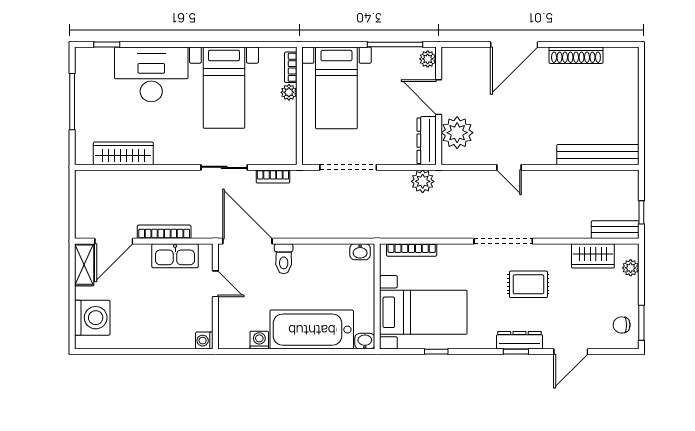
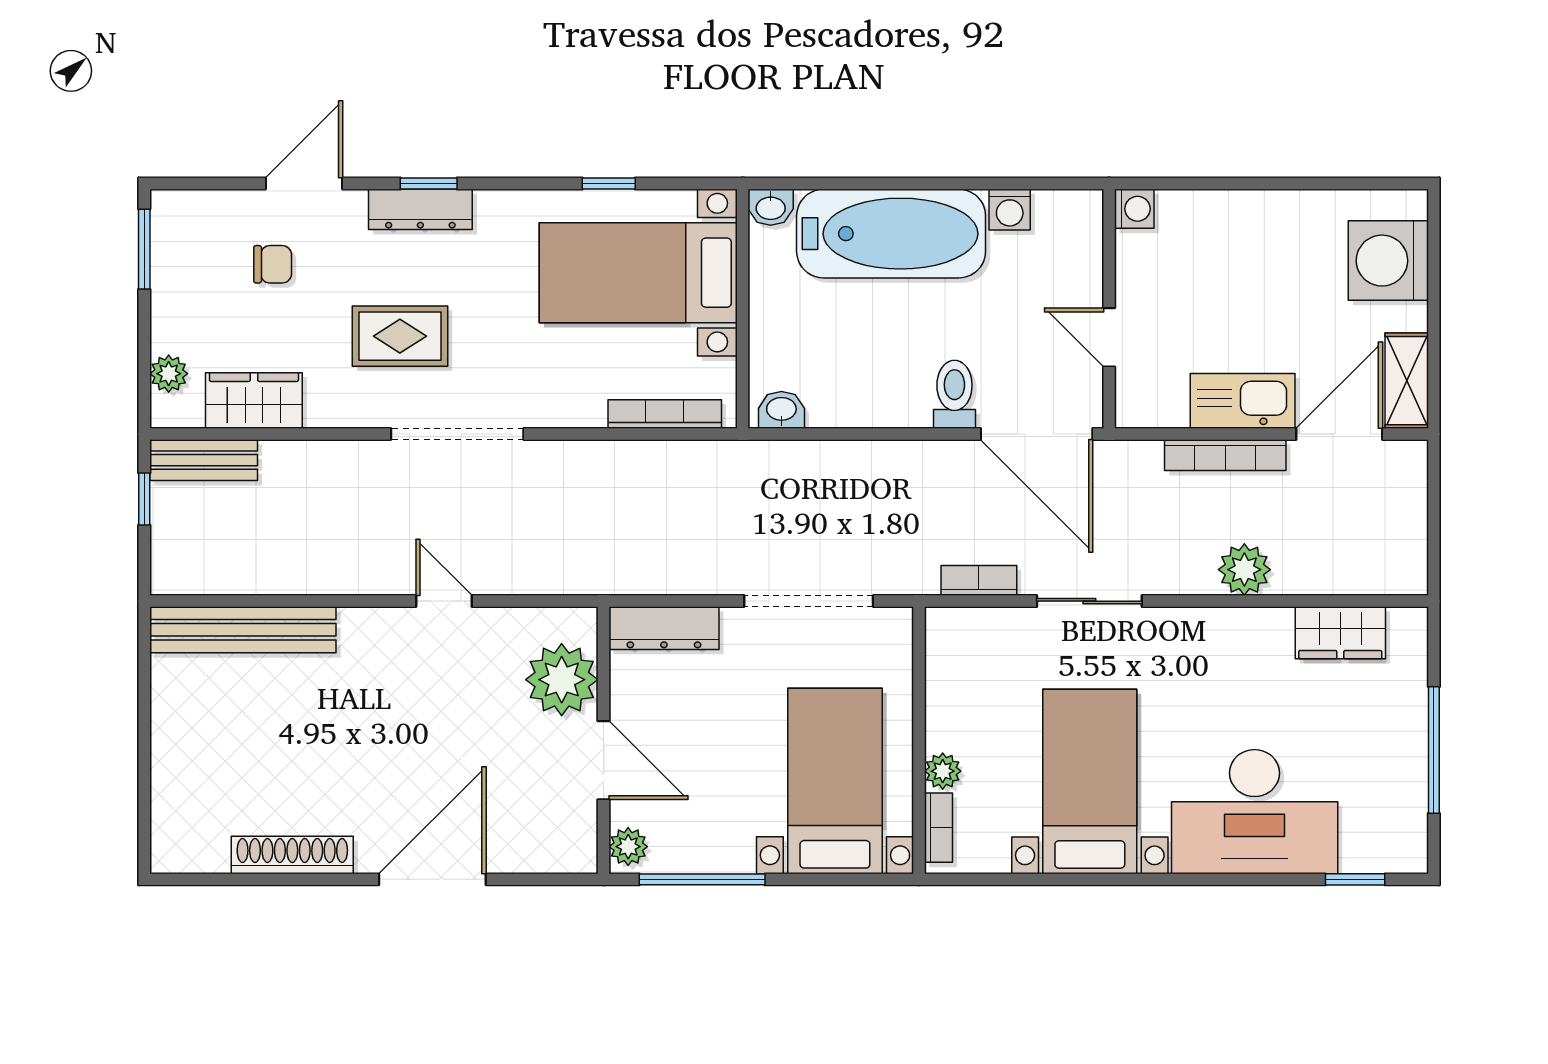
dresser: (427, 141) -> (664, 628), moved, turned 90
wardrobe: (123, 153) -> (1340, 633), width x0.67
plant: (423, 181) -> (1244, 570), moved
kitchen sink: (175, 256) -> (1243, 401), moved
chair: (622, 325) -> (273, 264), moved

